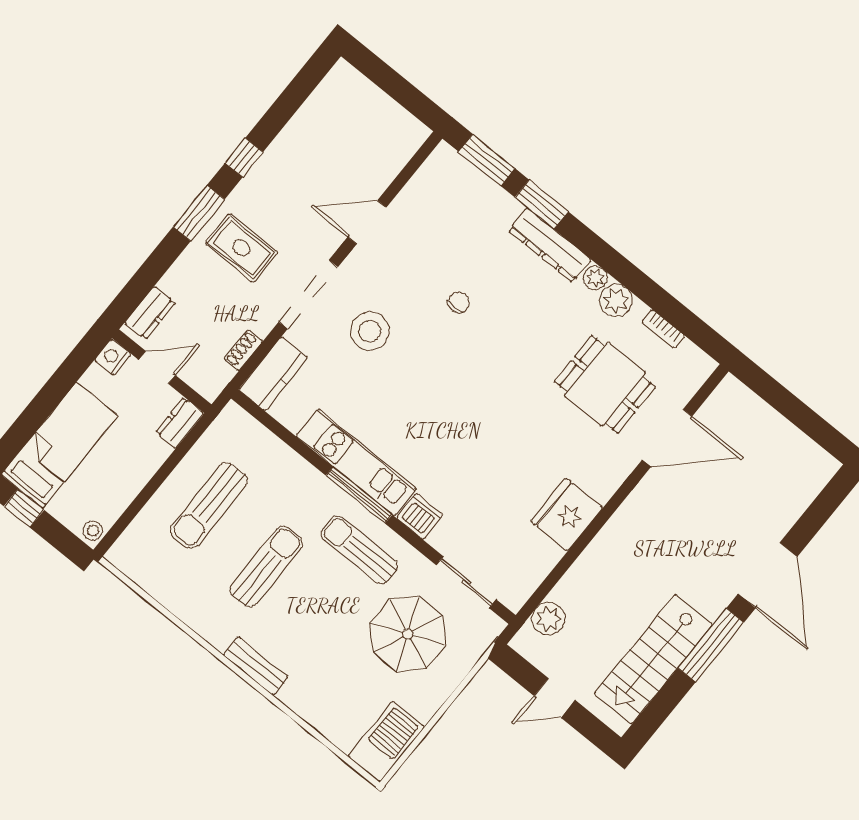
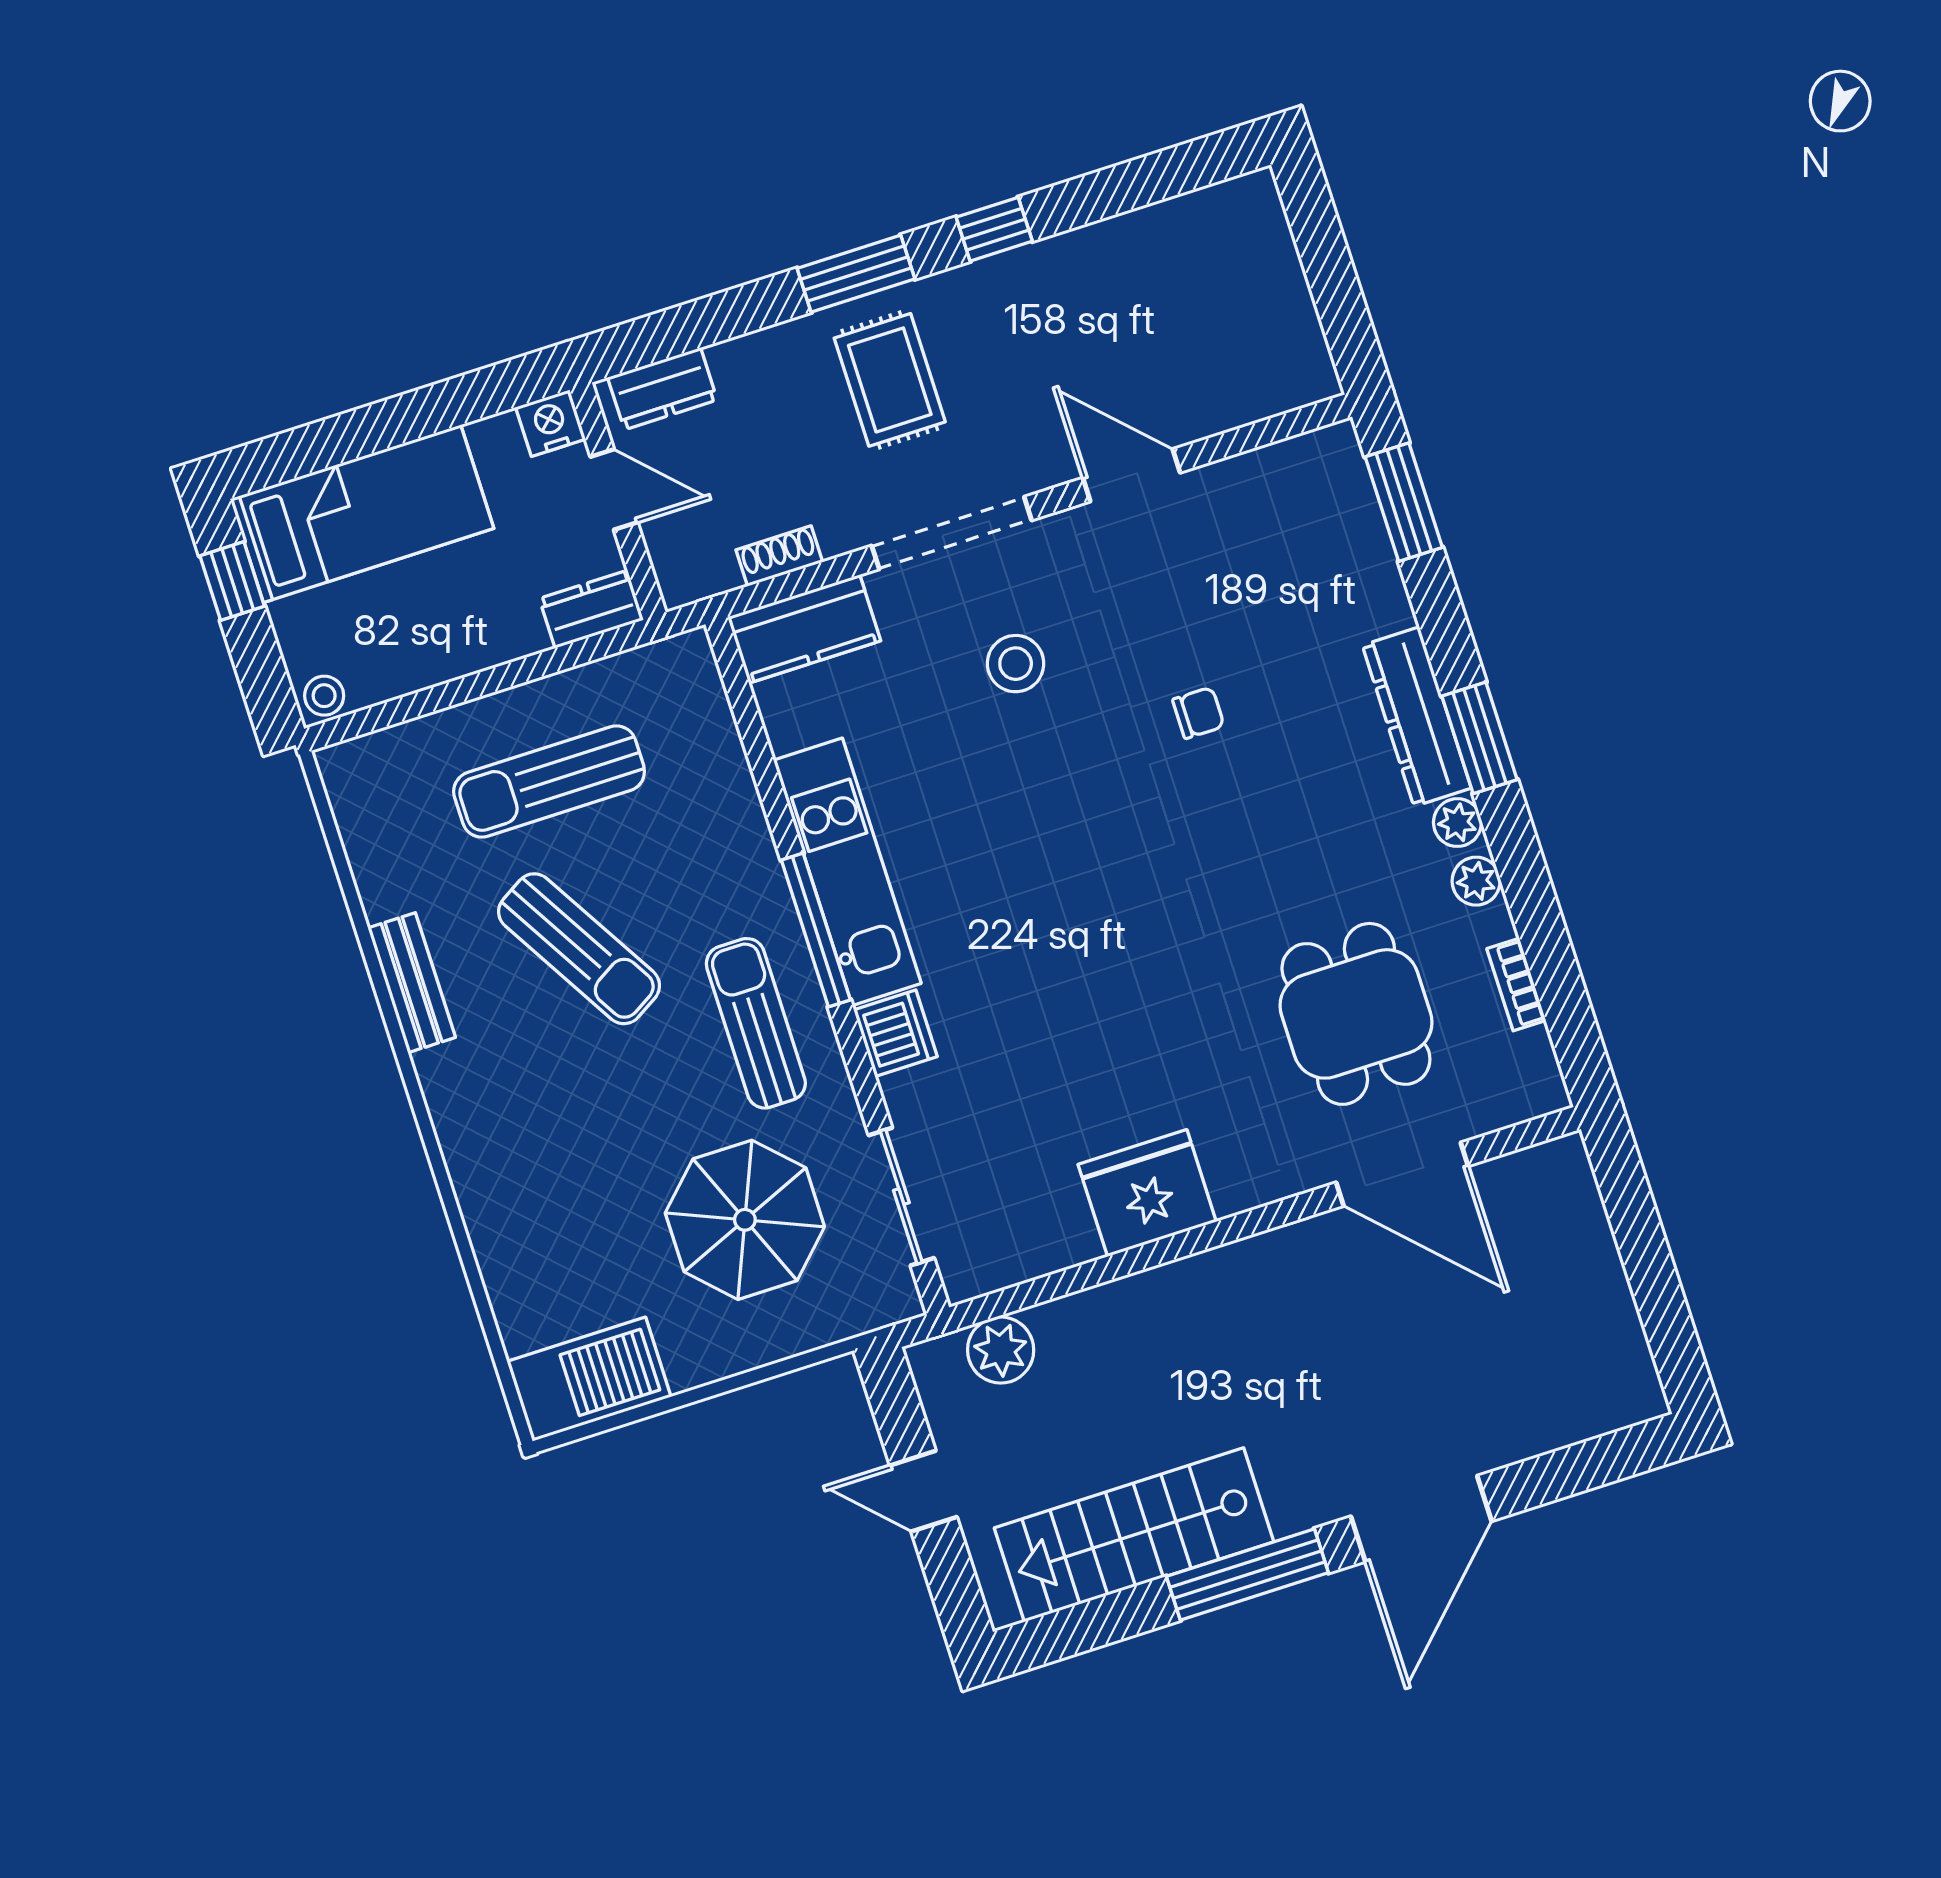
window: (542, 205) -> (1479, 738), moved
plant: (616, 300) -> (1476, 881), width x0.73, depth x0.73
stool: (370, 331) -> (1016, 664), width x0.73, depth x0.73
sun lounger: (266, 567) -> (579, 949), turned 59
bench: (256, 666) -> (412, 983), moved

